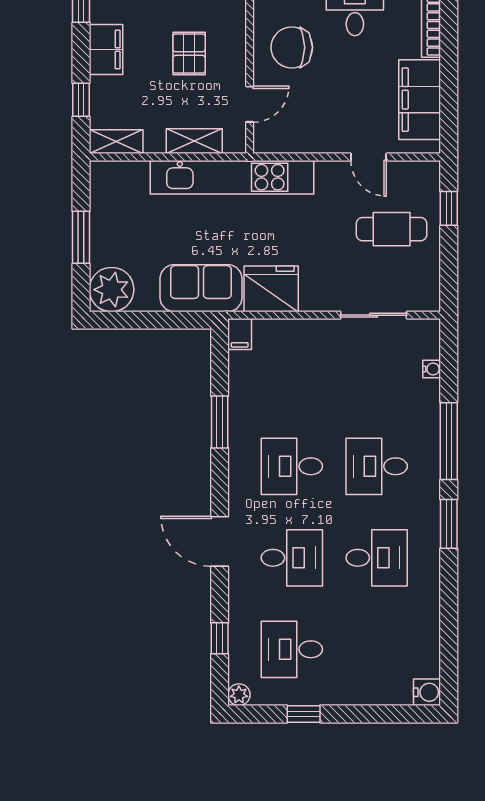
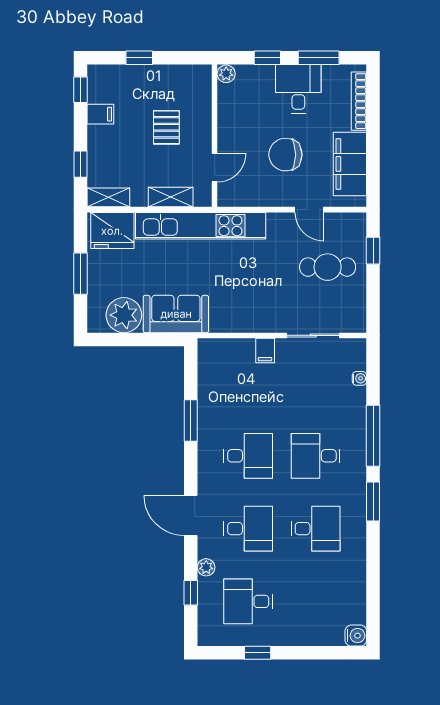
chair: (292, 47) -> (285, 155), moved
filing cabinet: (106, 49) -> (100, 114), width x0.50
fridge: (271, 289) -> (112, 231), moved, turned 180
plant: (112, 290) -> (124, 315), moved
filing cabinet: (240, 334) -> (265, 350), moved
desk: (292, 466) -> (248, 456), turned 180
plant: (239, 695) -> (206, 567), moved

